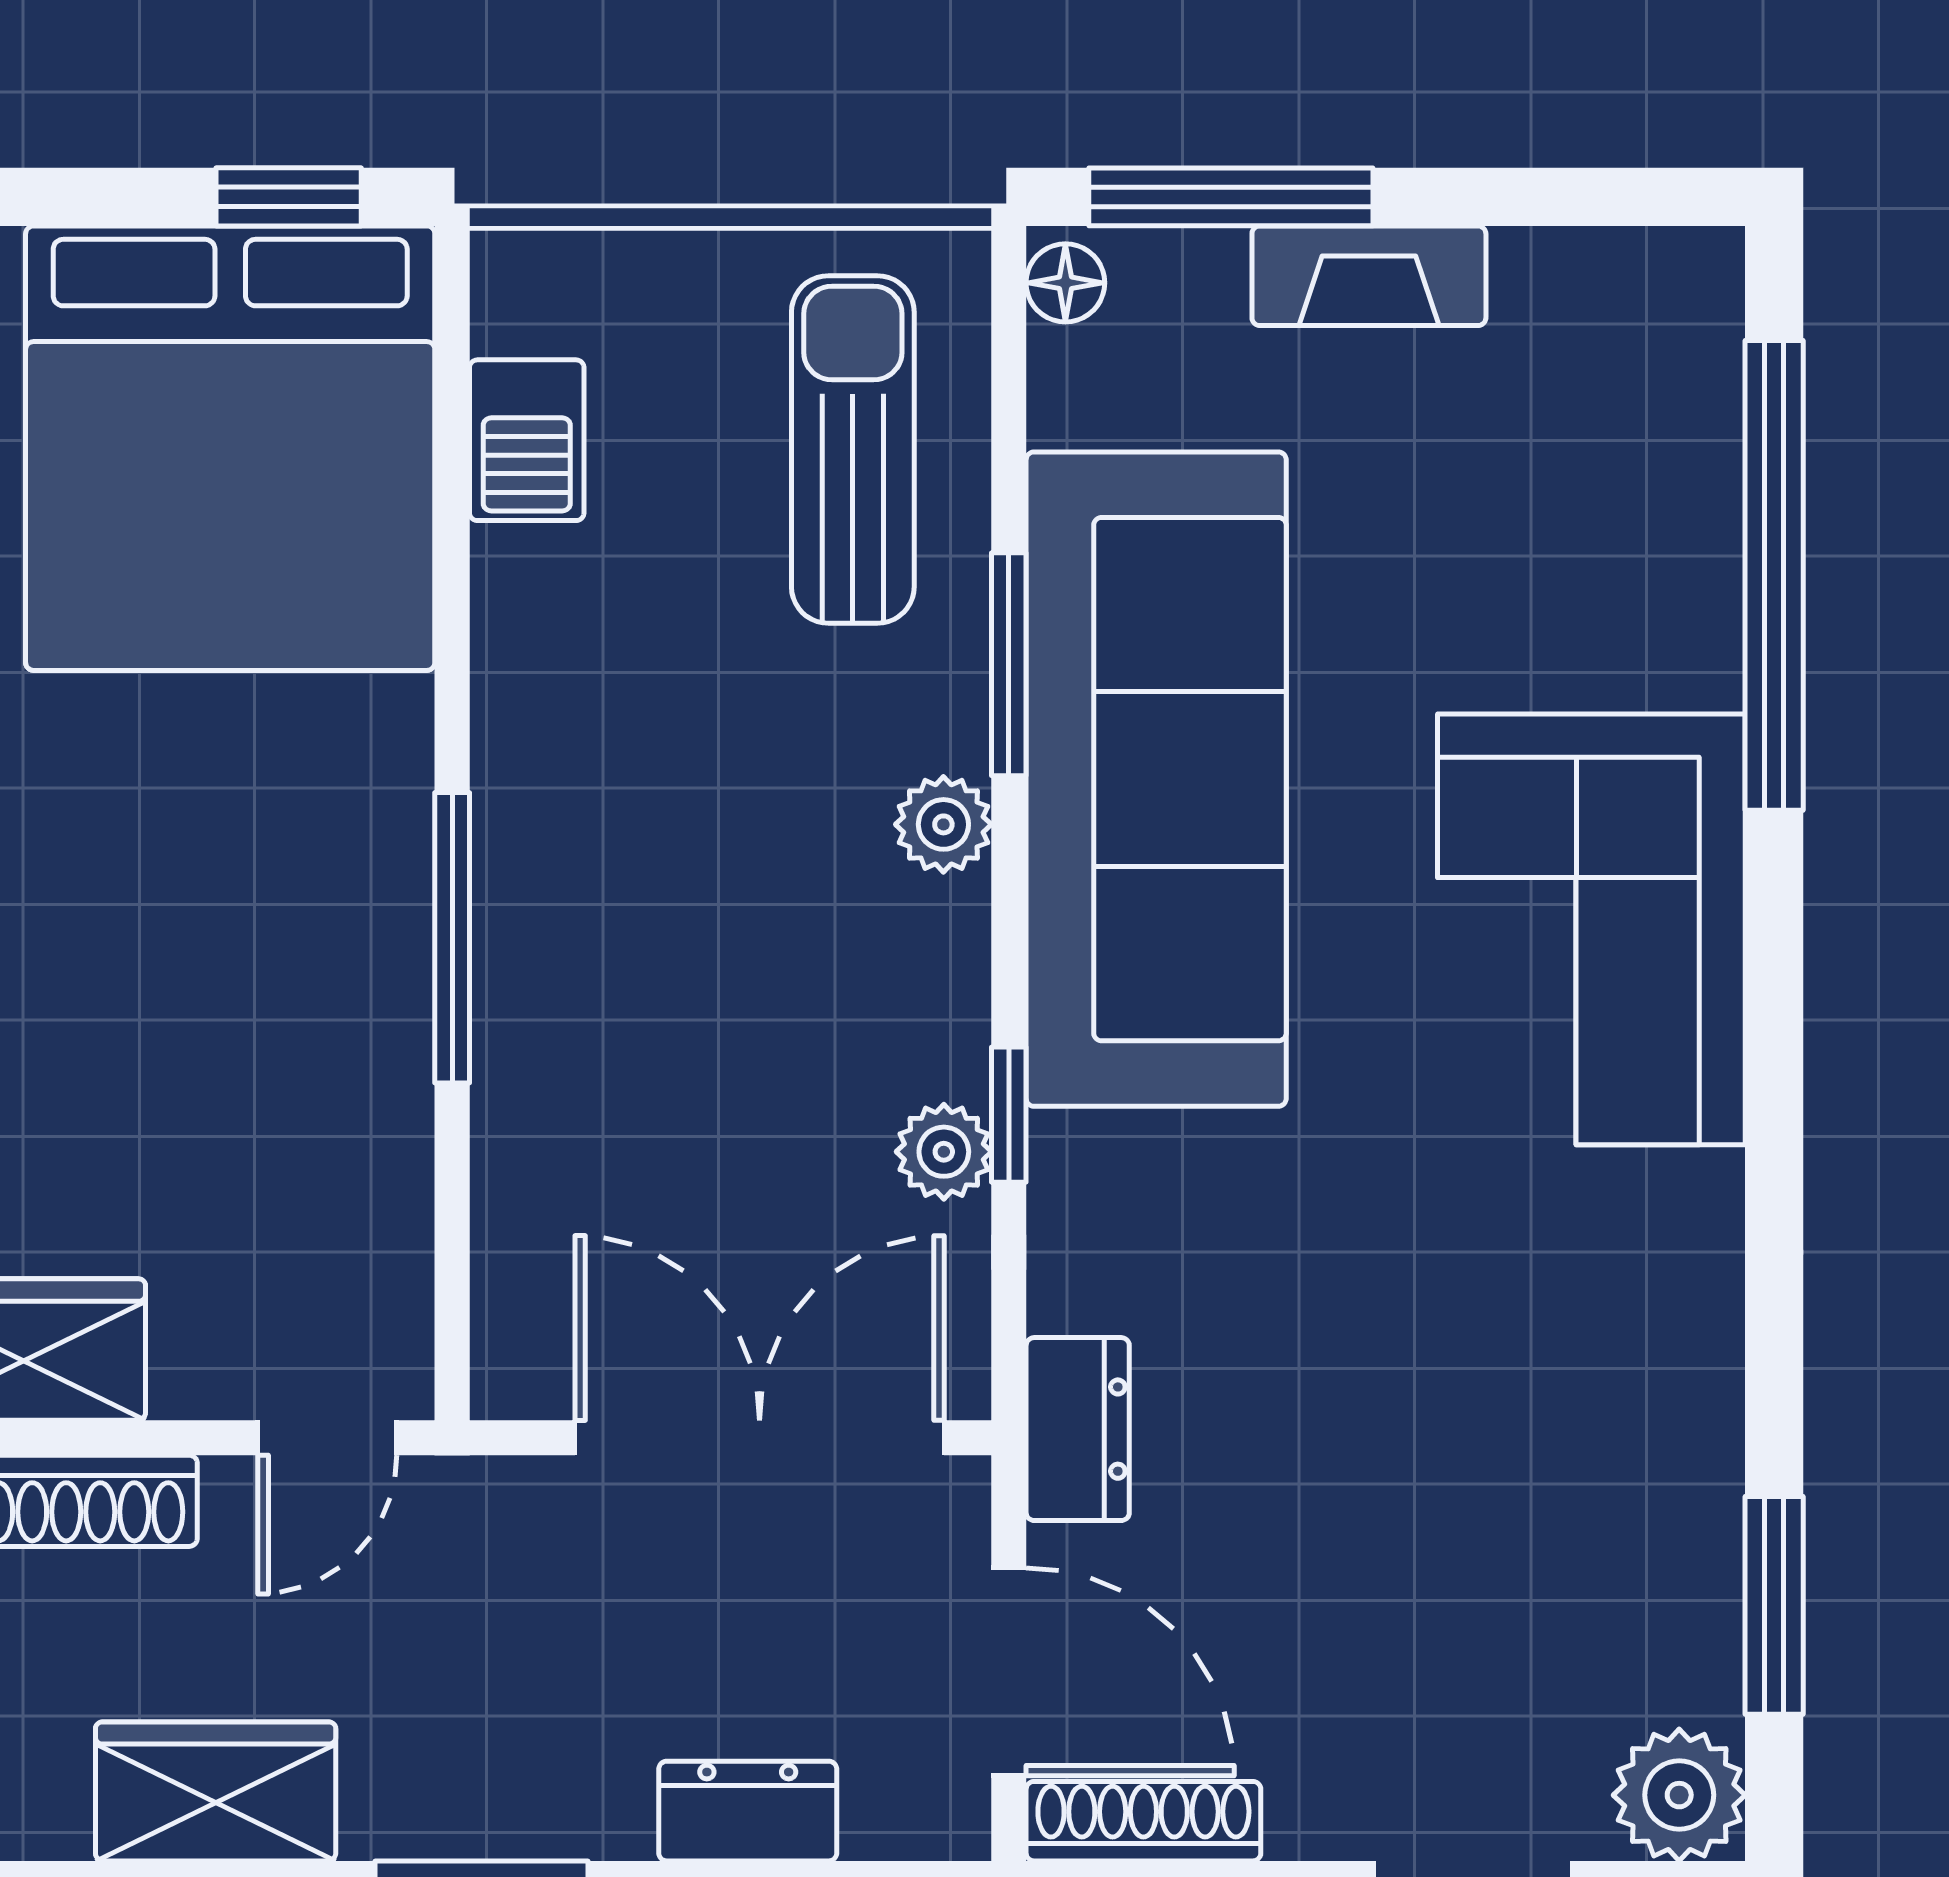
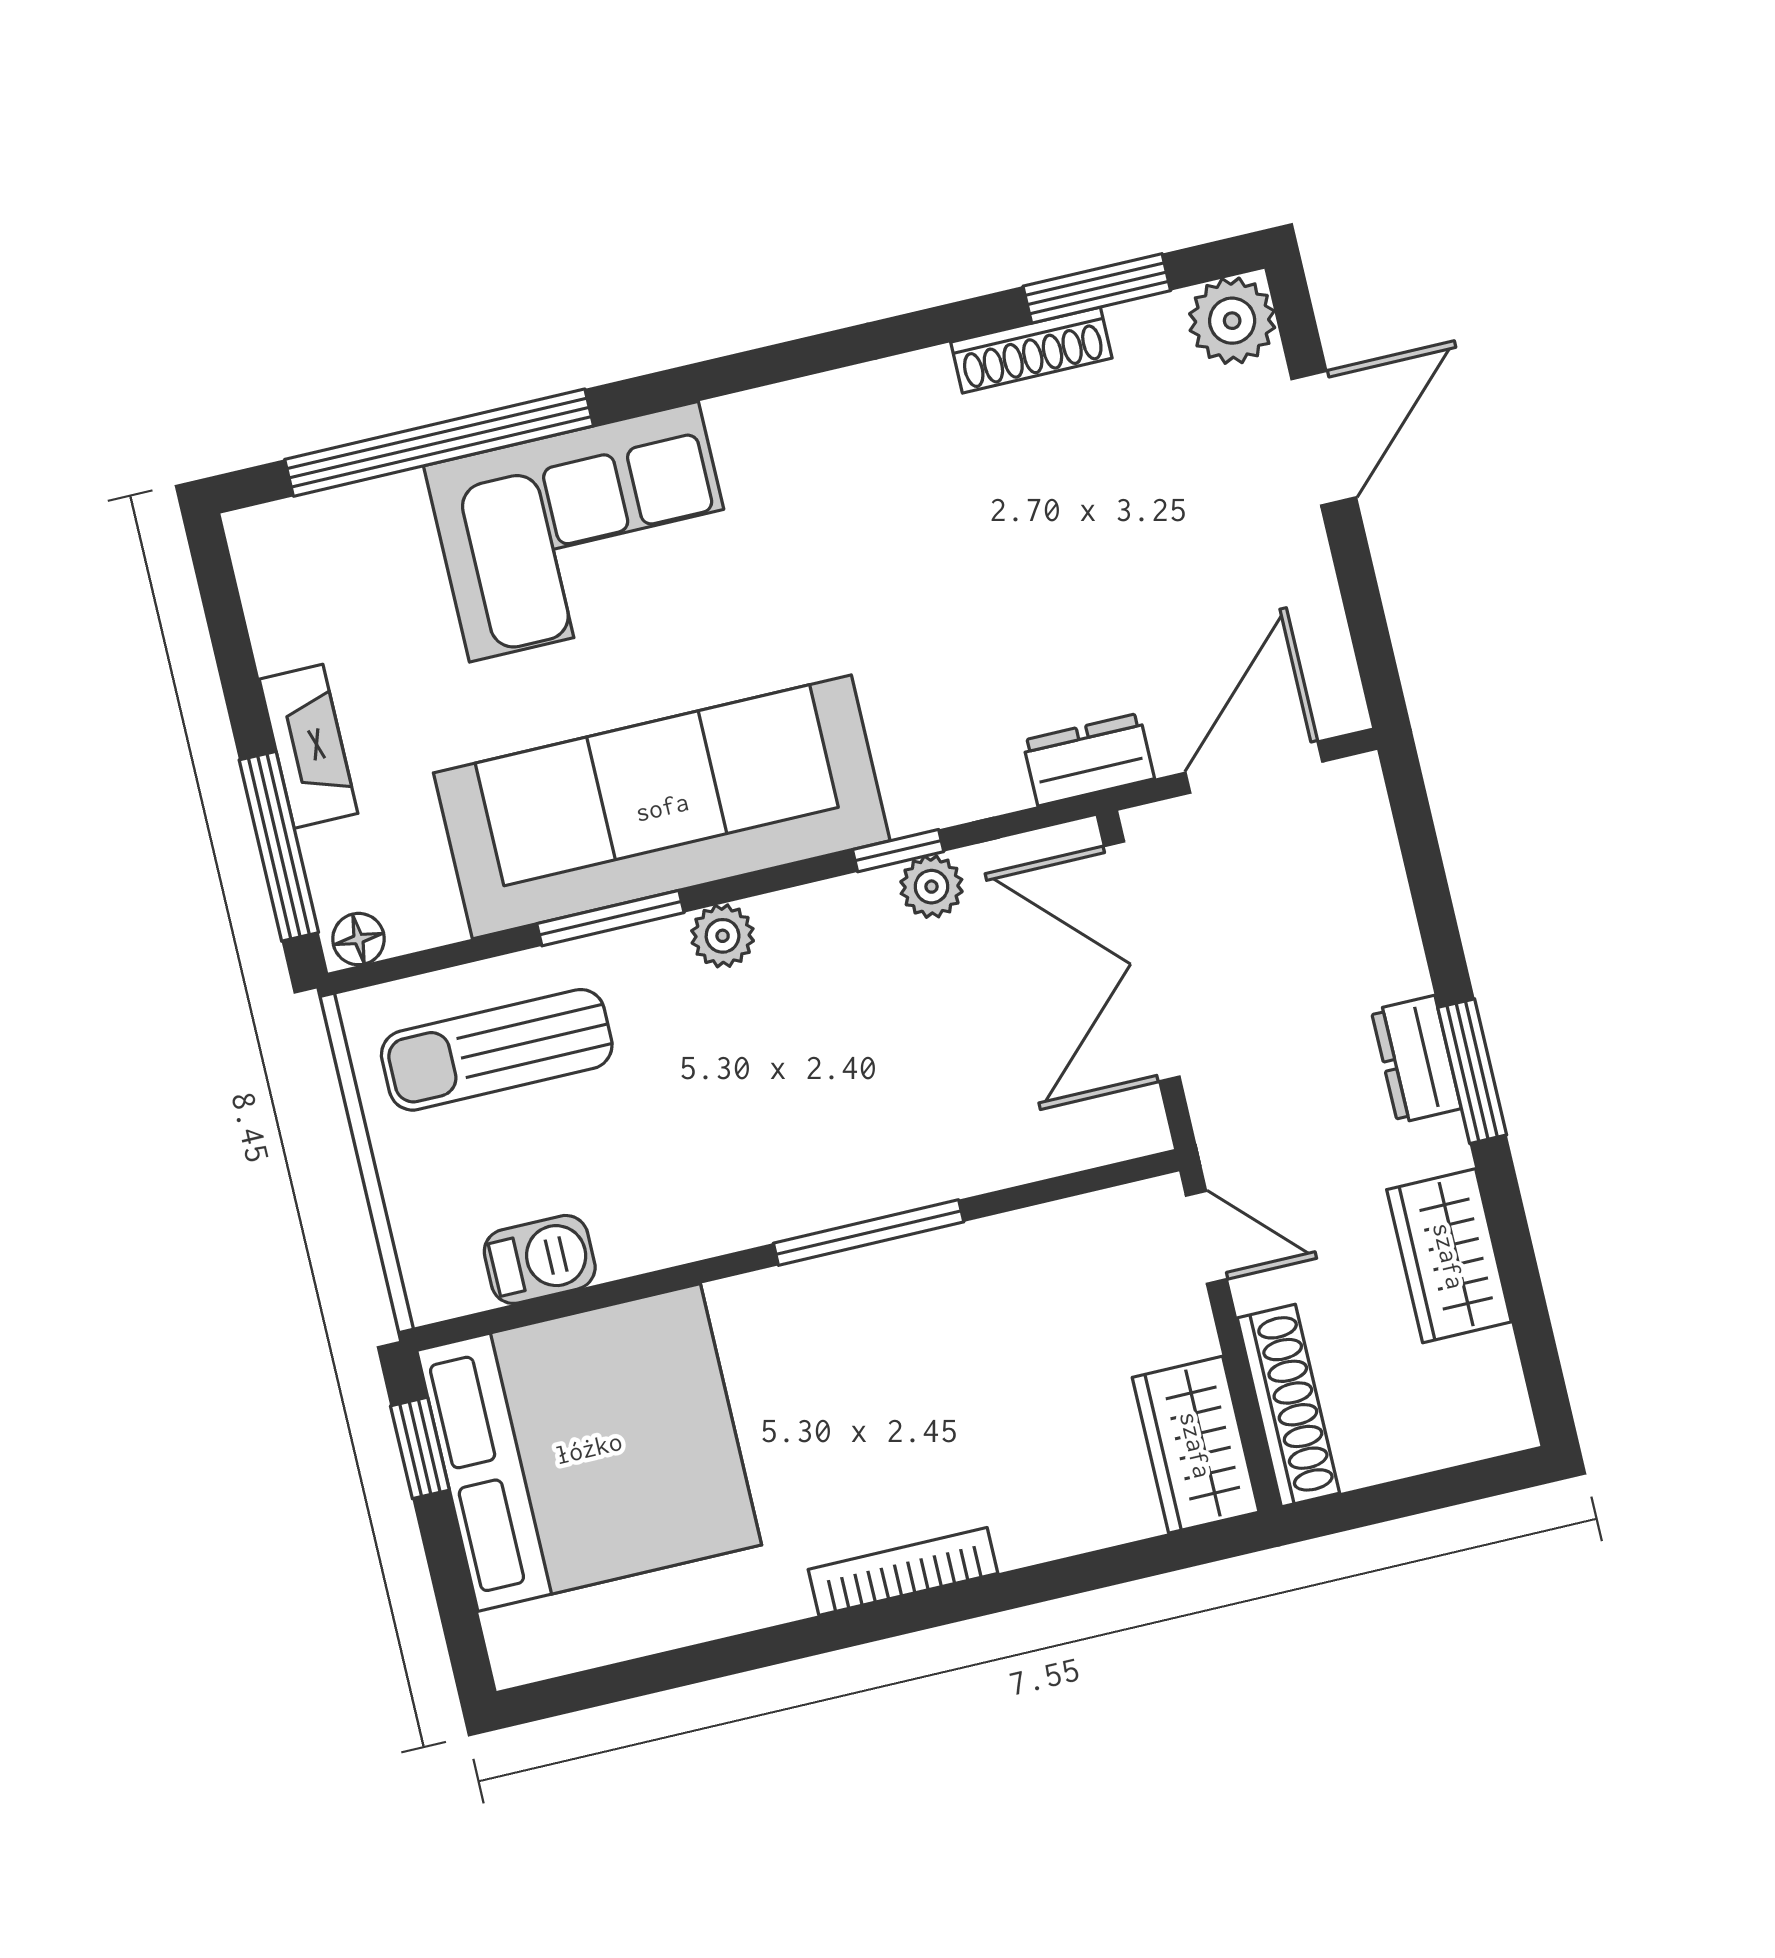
corner sofa: (1591, 929) -> (584, 532), moved
dresser: (748, 1811) -> (1416, 1059), moved
shoe rack: (1143, 1821) -> (1031, 350), moved, turned -90

